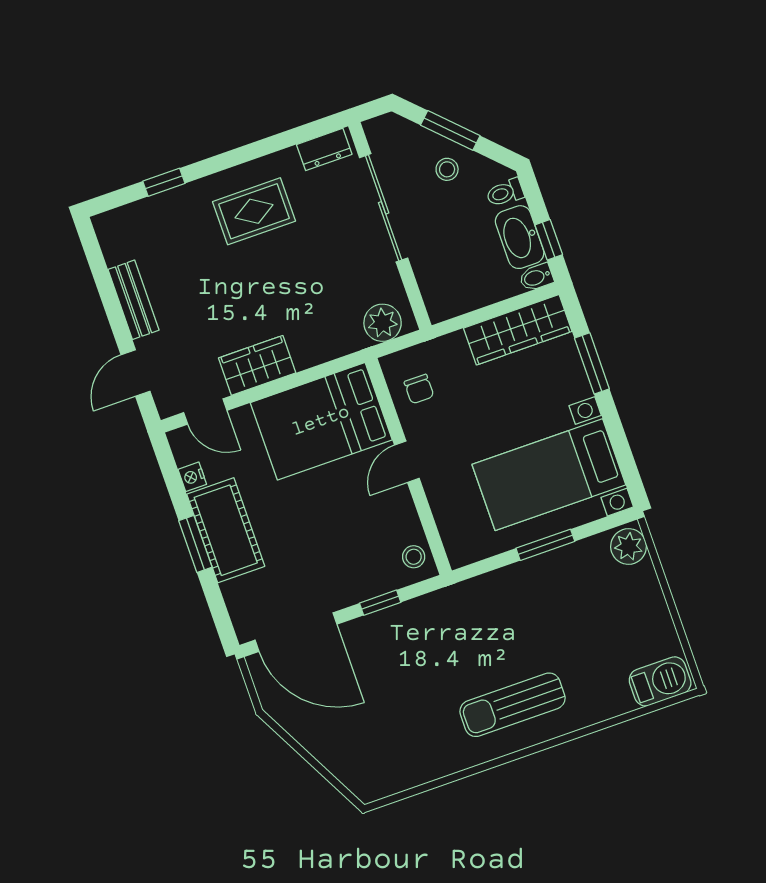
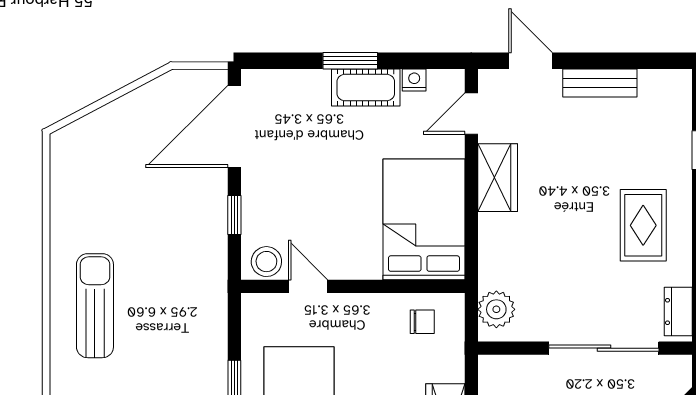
chair: (419, 389) -> (422, 322), turned 180
door: (407, 462) -> (308, 286), moved
cot: (226, 530) -> (366, 88), width x0.73, depth x0.75
stool: (414, 557) -> (266, 262), width x1.37, depth x1.37

